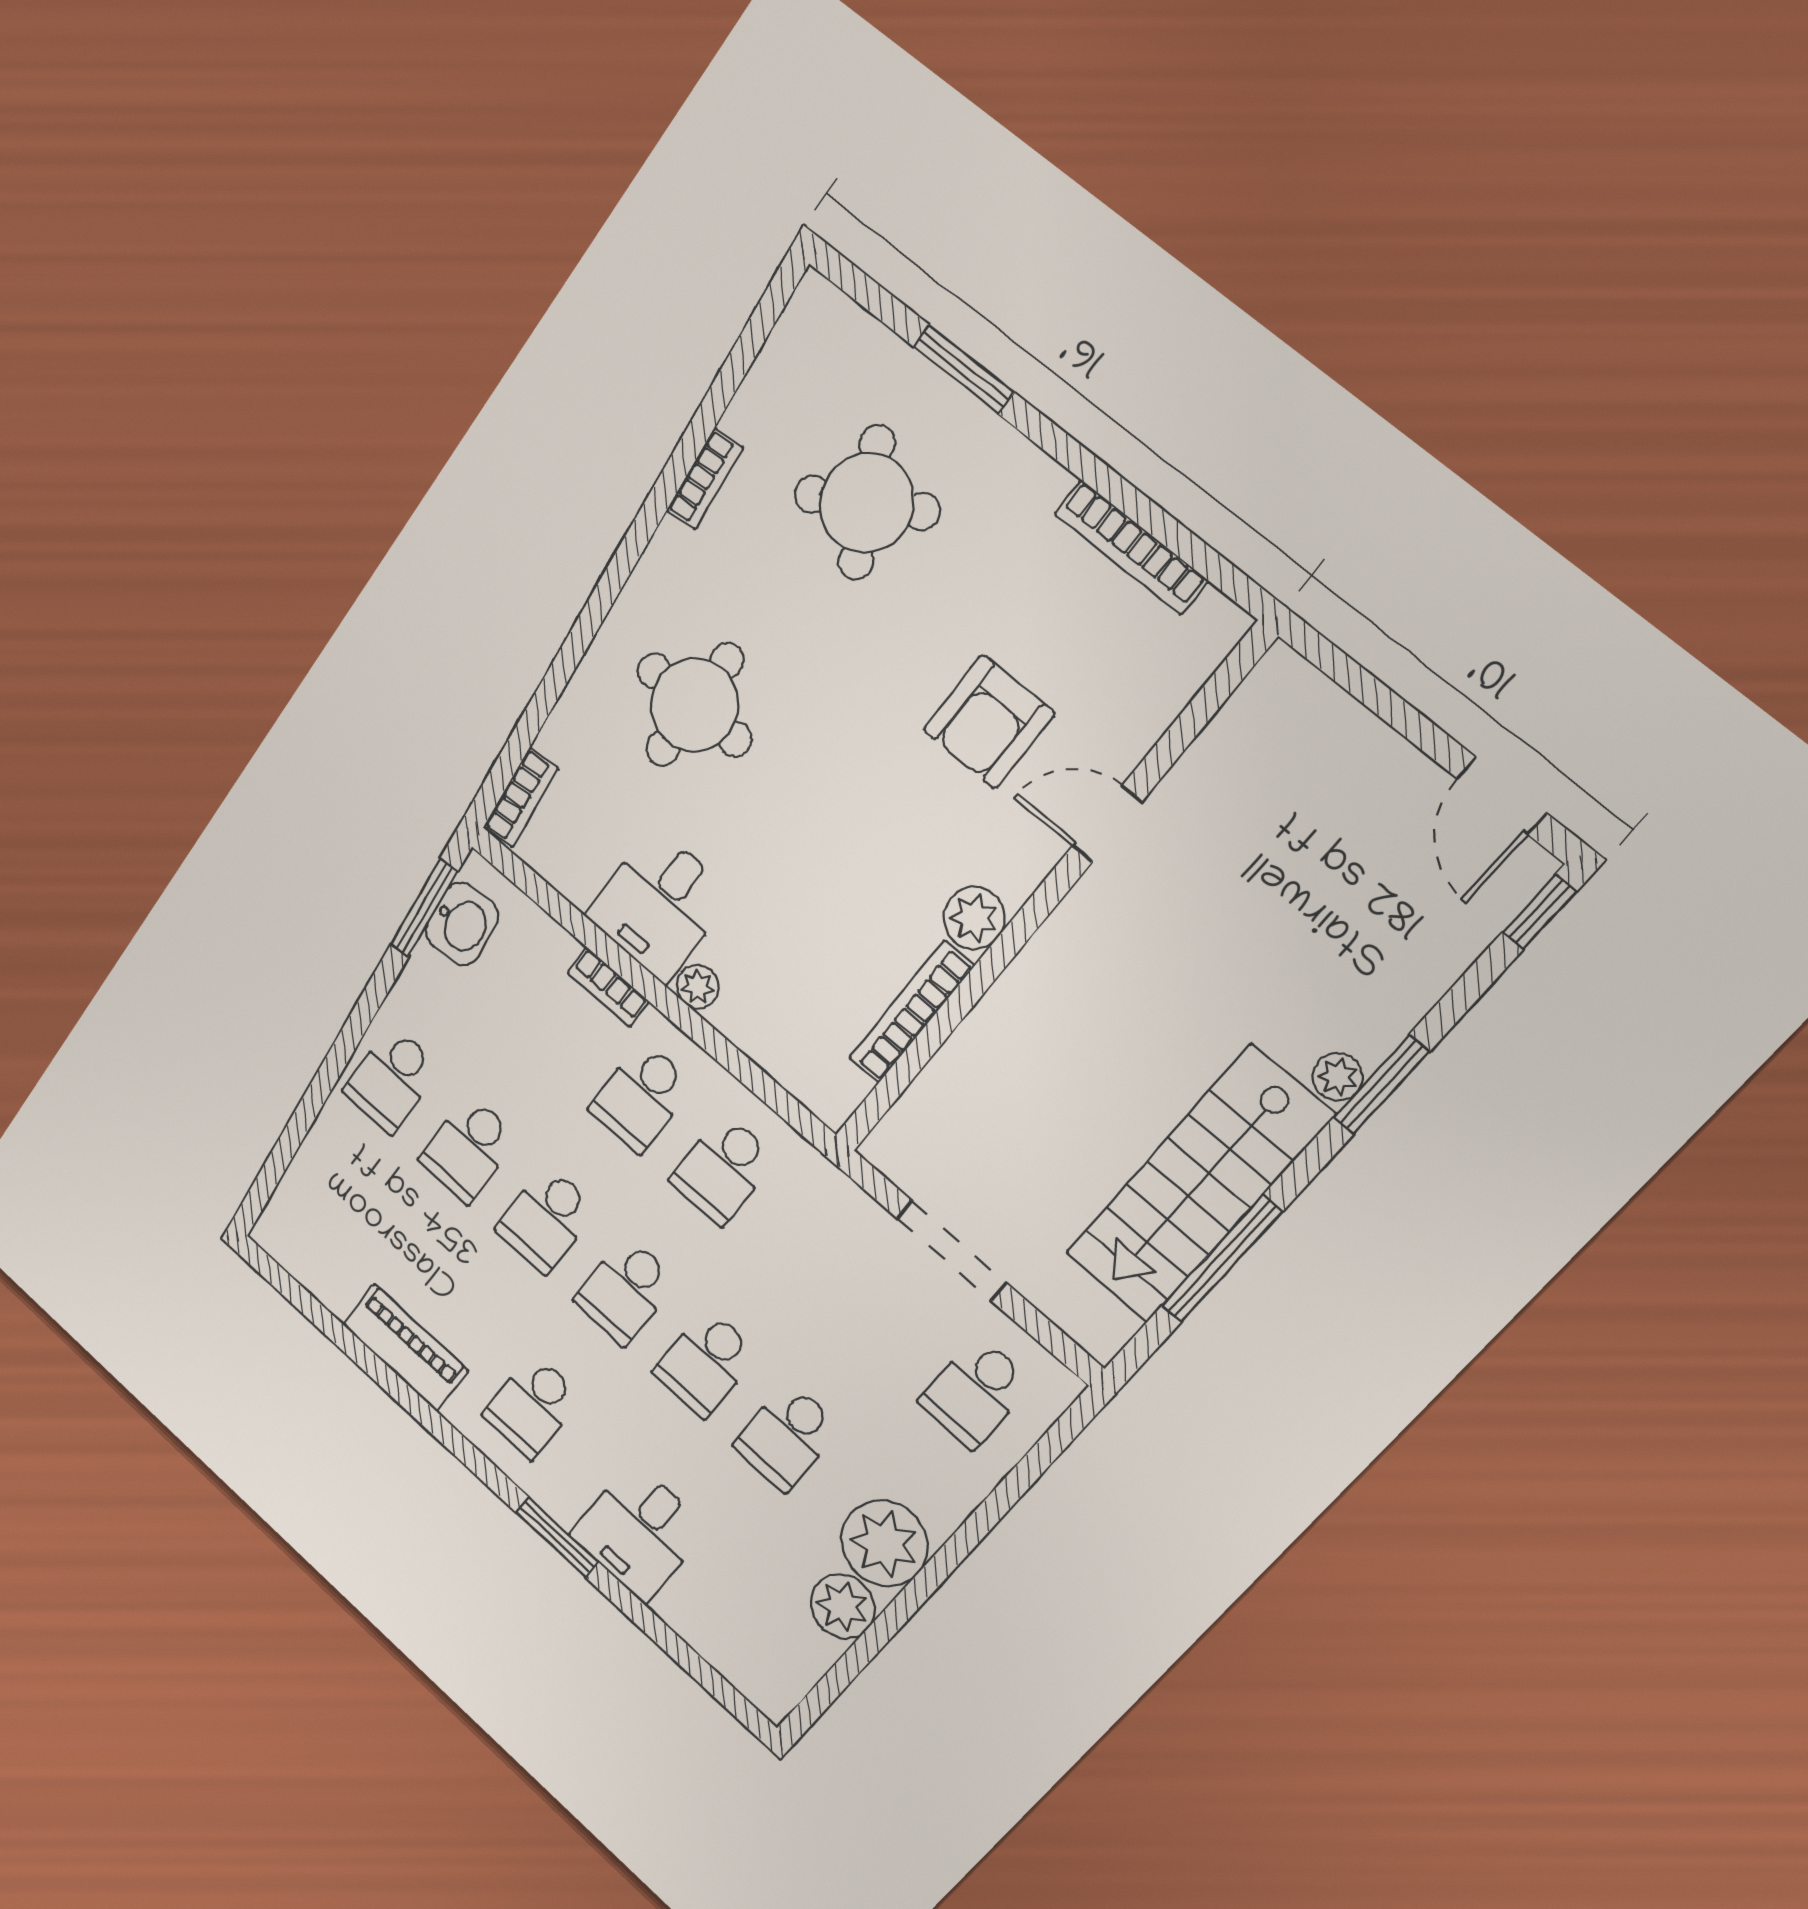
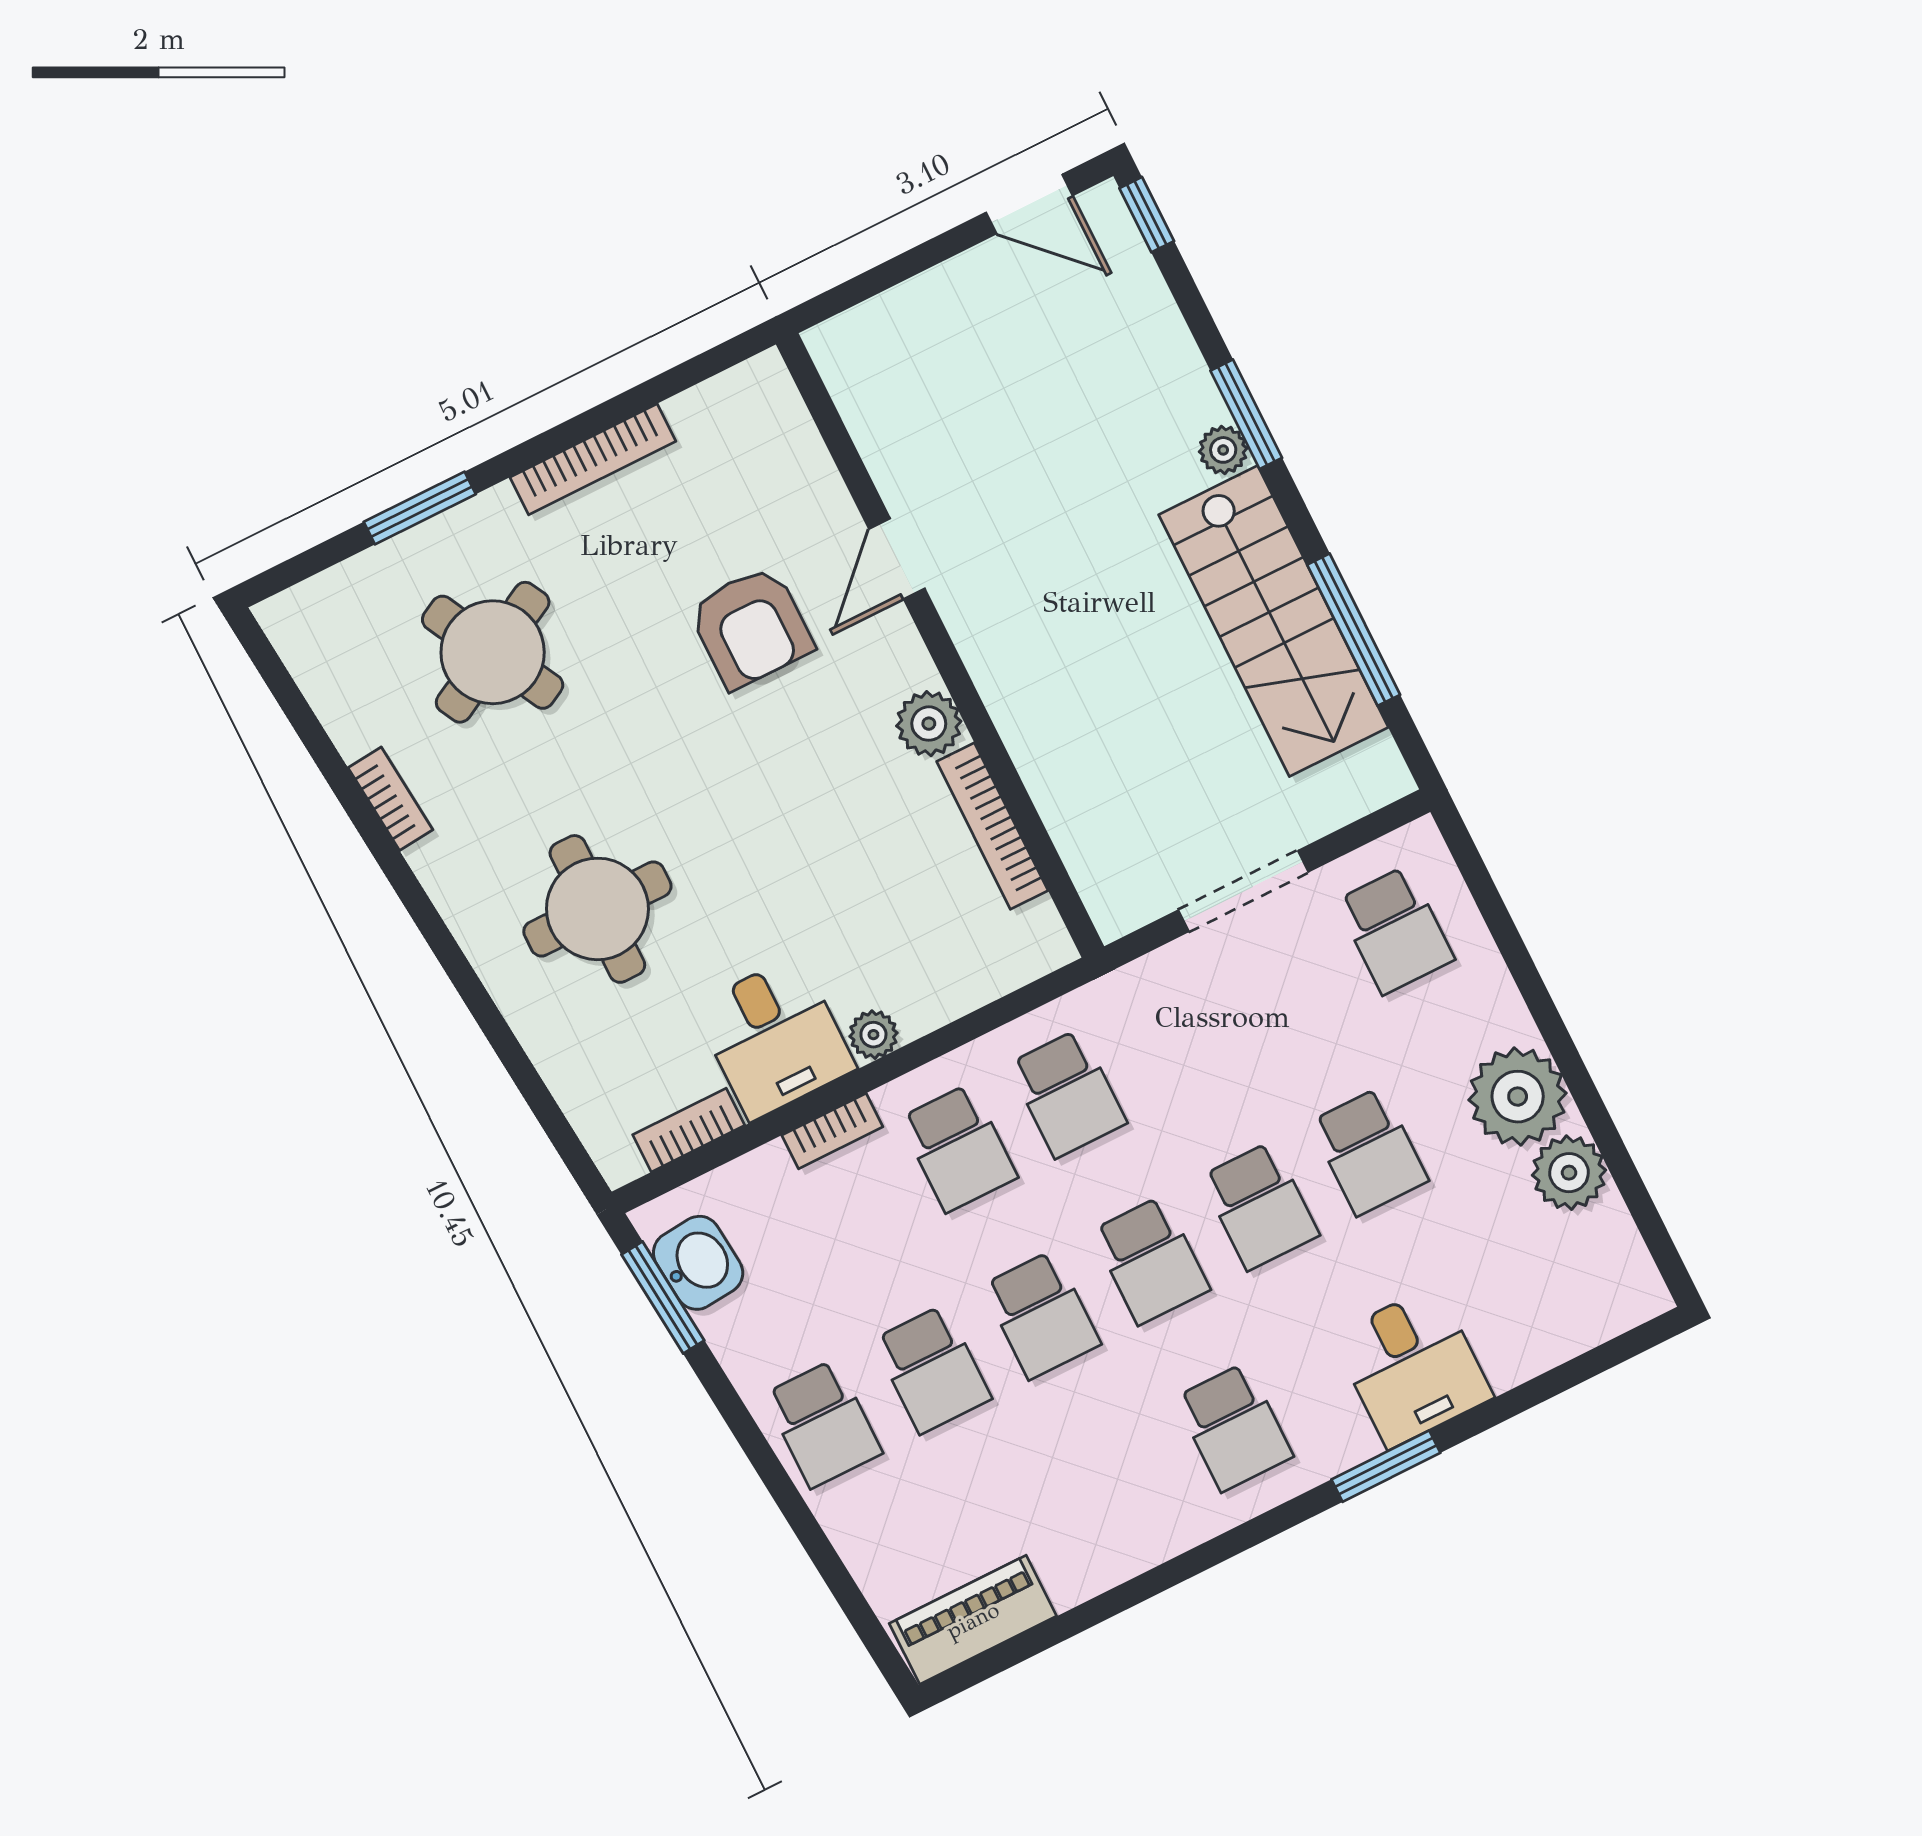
bookcase: (1131, 547) -> (593, 459), moved
bookcase: (521, 798) -> (689, 1130), moved, turned -85
piano: (405, 1348) -> (973, 1620), moved

